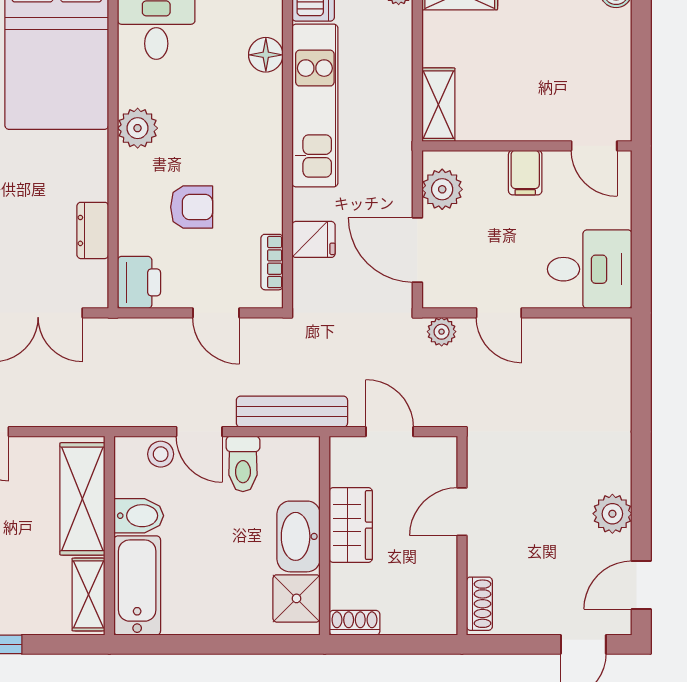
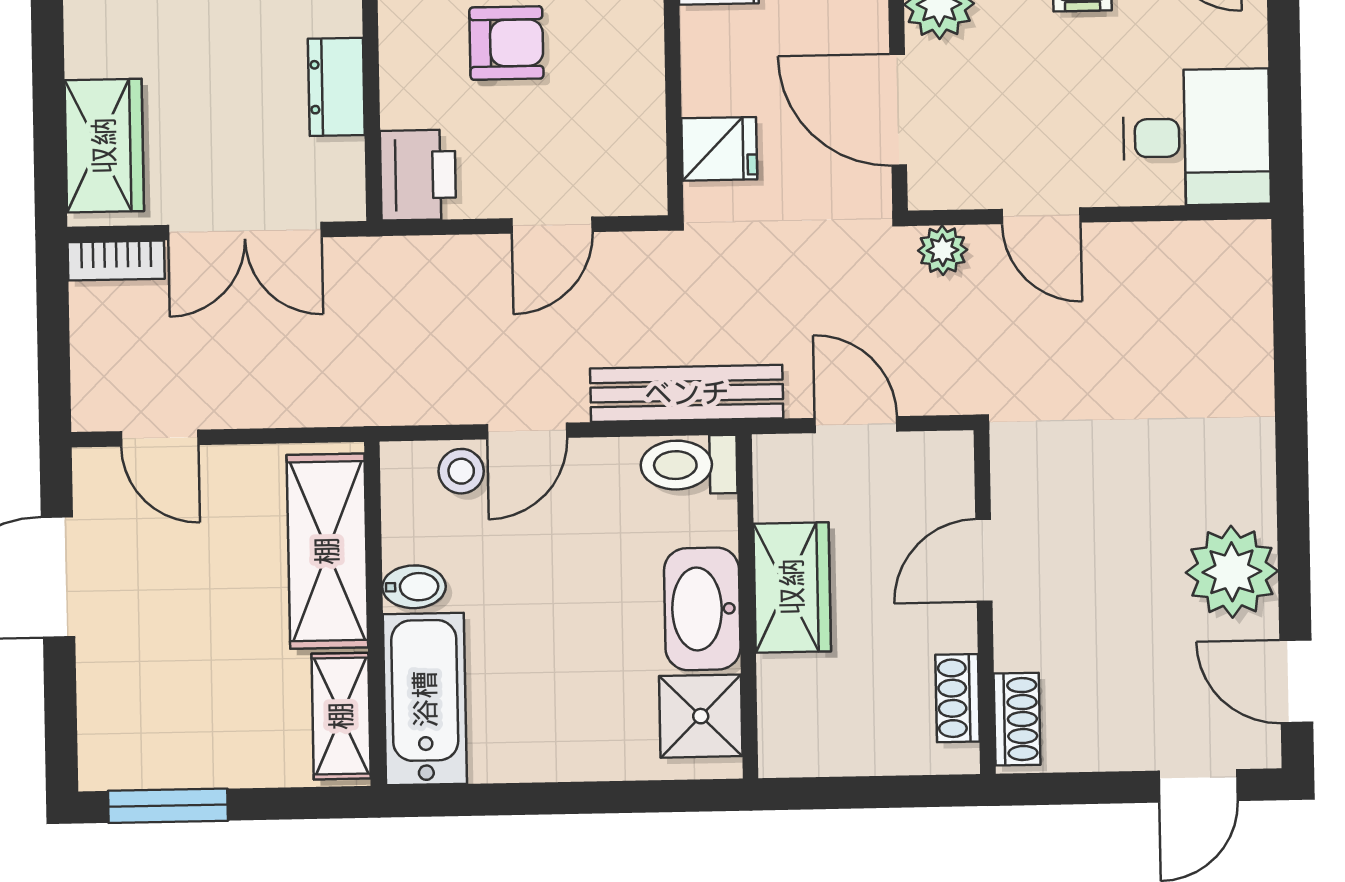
fridge: (314, 239) -> (719, 149), moved
bookcase: (272, 262) -> (647, 135), removed
door: (216, 313) -> (552, 225), hinge flipped
door: (199, 432) -> (527, 431), hinge flipped
toilet: (243, 464) -> (689, 465), moved, turned 90
plant: (612, 514) -> (1232, 572), width x1.36, depth x1.36
bidet: (139, 516) -> (414, 587), width x0.72, depth x0.74
door: (641, 585) -> (1296, 681), hinge flipped
shoe rack: (354, 623) -> (957, 698), moved, turned -90

